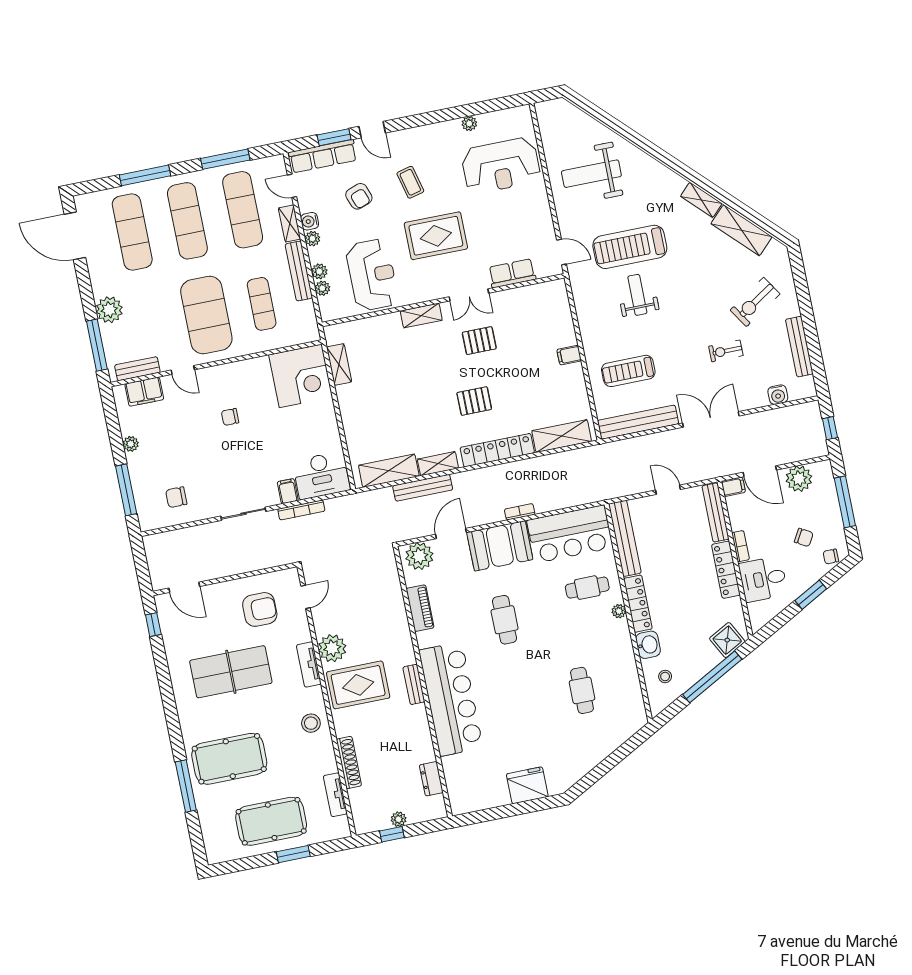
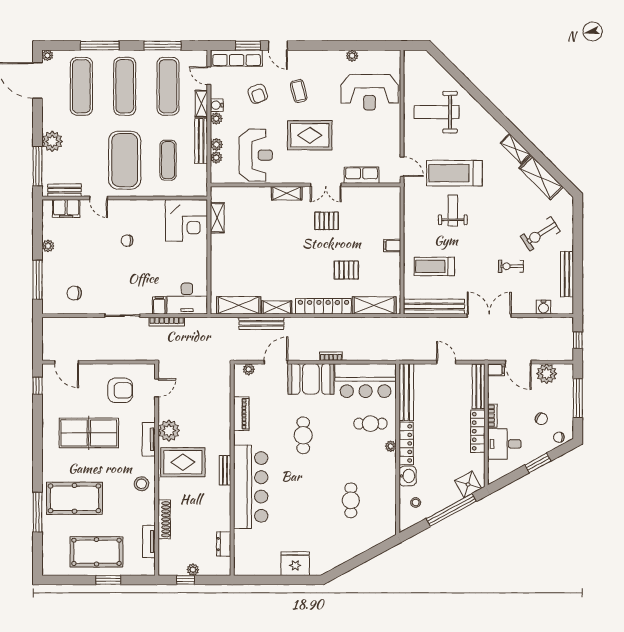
plant: (81, 201) -> (47, 55), added
pallet: (474, 401) -> (346, 270), moved
plant: (419, 556) -> (249, 369), width x0.53, depth x0.53

